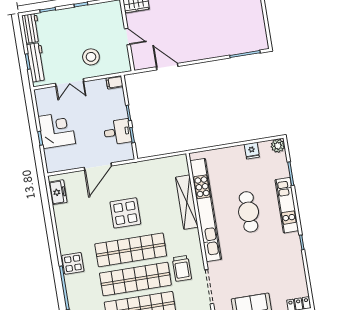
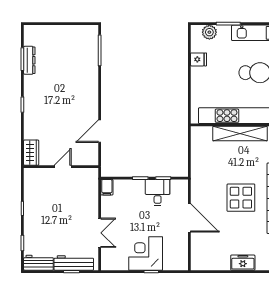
stool: (91, 57) -> (77, 207), removed
plant: (278, 146) -> (209, 32), moved
freezer: (58, 192) -> (243, 263), moved

